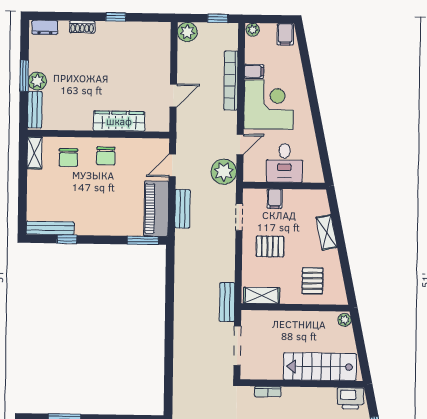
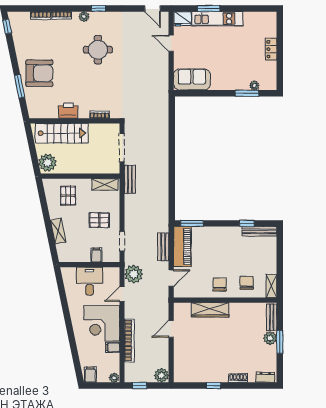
plant: (344, 320) -> (48, 163), width x1.88, depth x1.88
printer: (350, 398) -> (68, 111), moved

